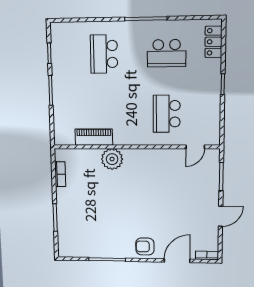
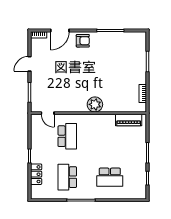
locker: (213, 42) -> (36, 174), moved
school desk: (167, 53) -> (67, 177), turned -90
school desk: (104, 54) -> (110, 177), turned 90
piano: (94, 137) -> (129, 120), moved
door: (195, 147) -> (48, 113), swing flipped
plant: (112, 159) -> (95, 104), moved

